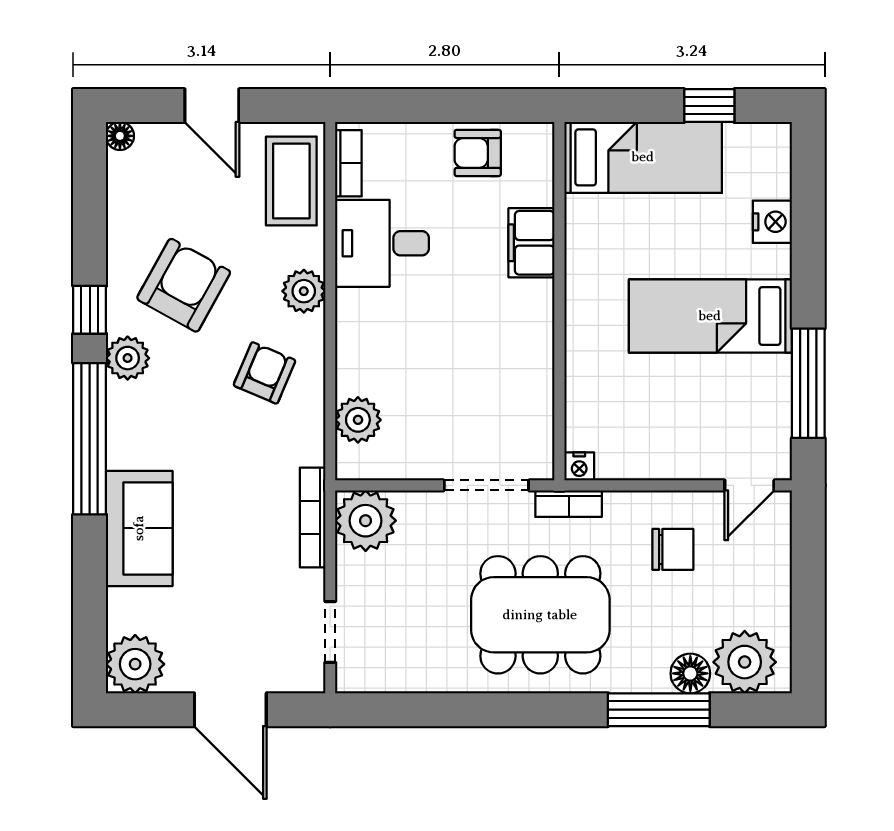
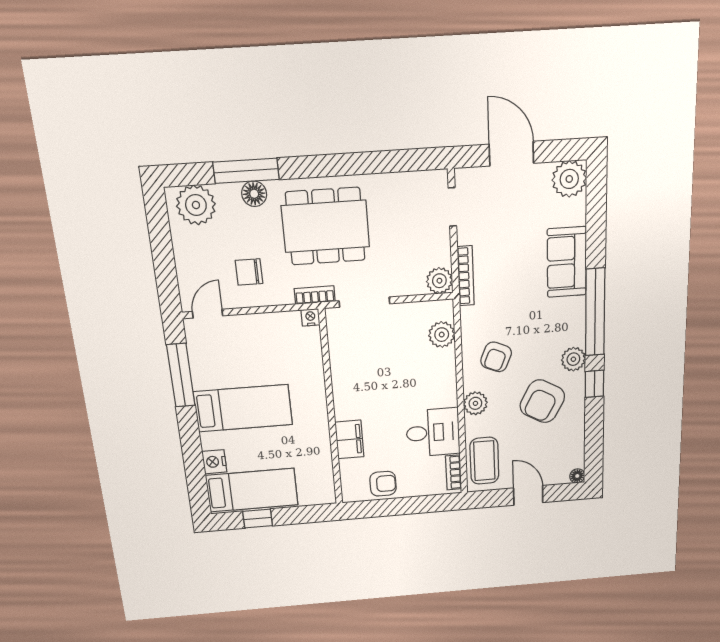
bed: (643, 157) -> (252, 490), moved, turned 180
plant: (366, 521) -> (439, 281), width x0.73, depth x0.73
floor lamp: (690, 673) -> (254, 194), moved

